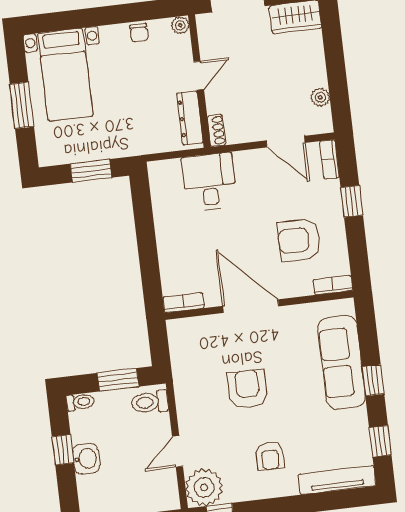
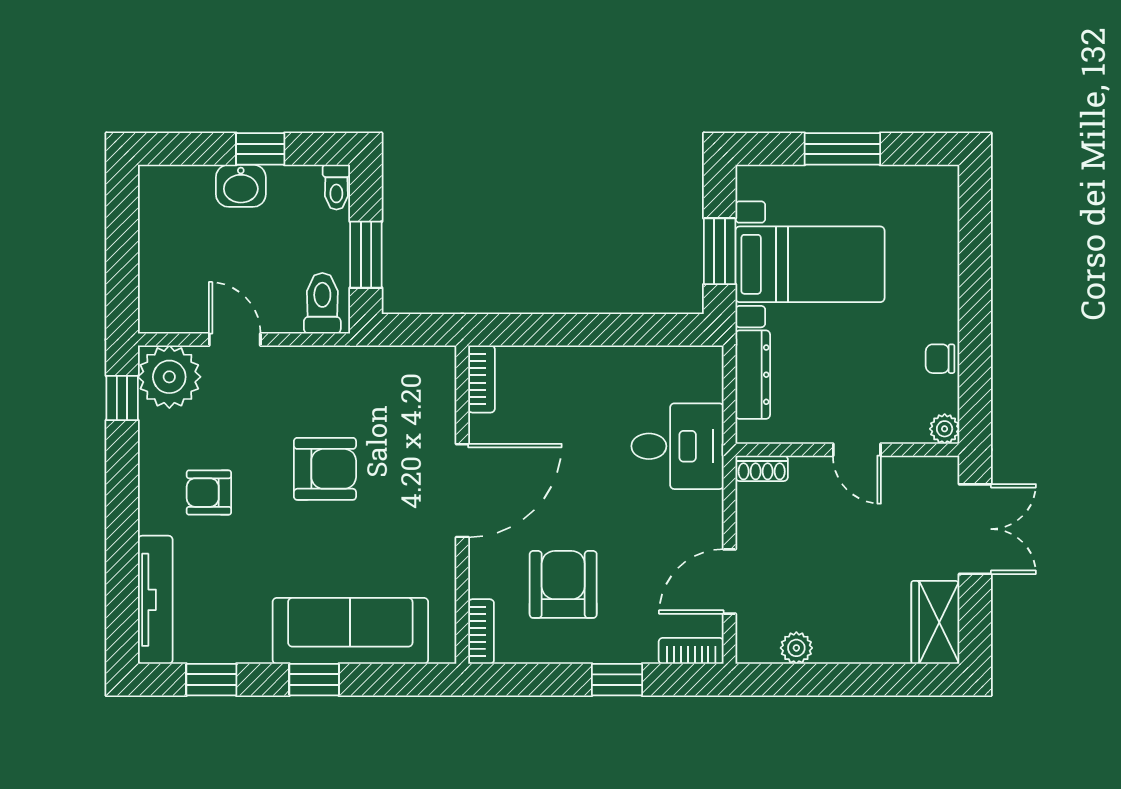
bed with nightstands: (65, 75) -> (810, 264), moved, turned 180
dresser: (190, 118) -> (753, 375), moved, turned 90

